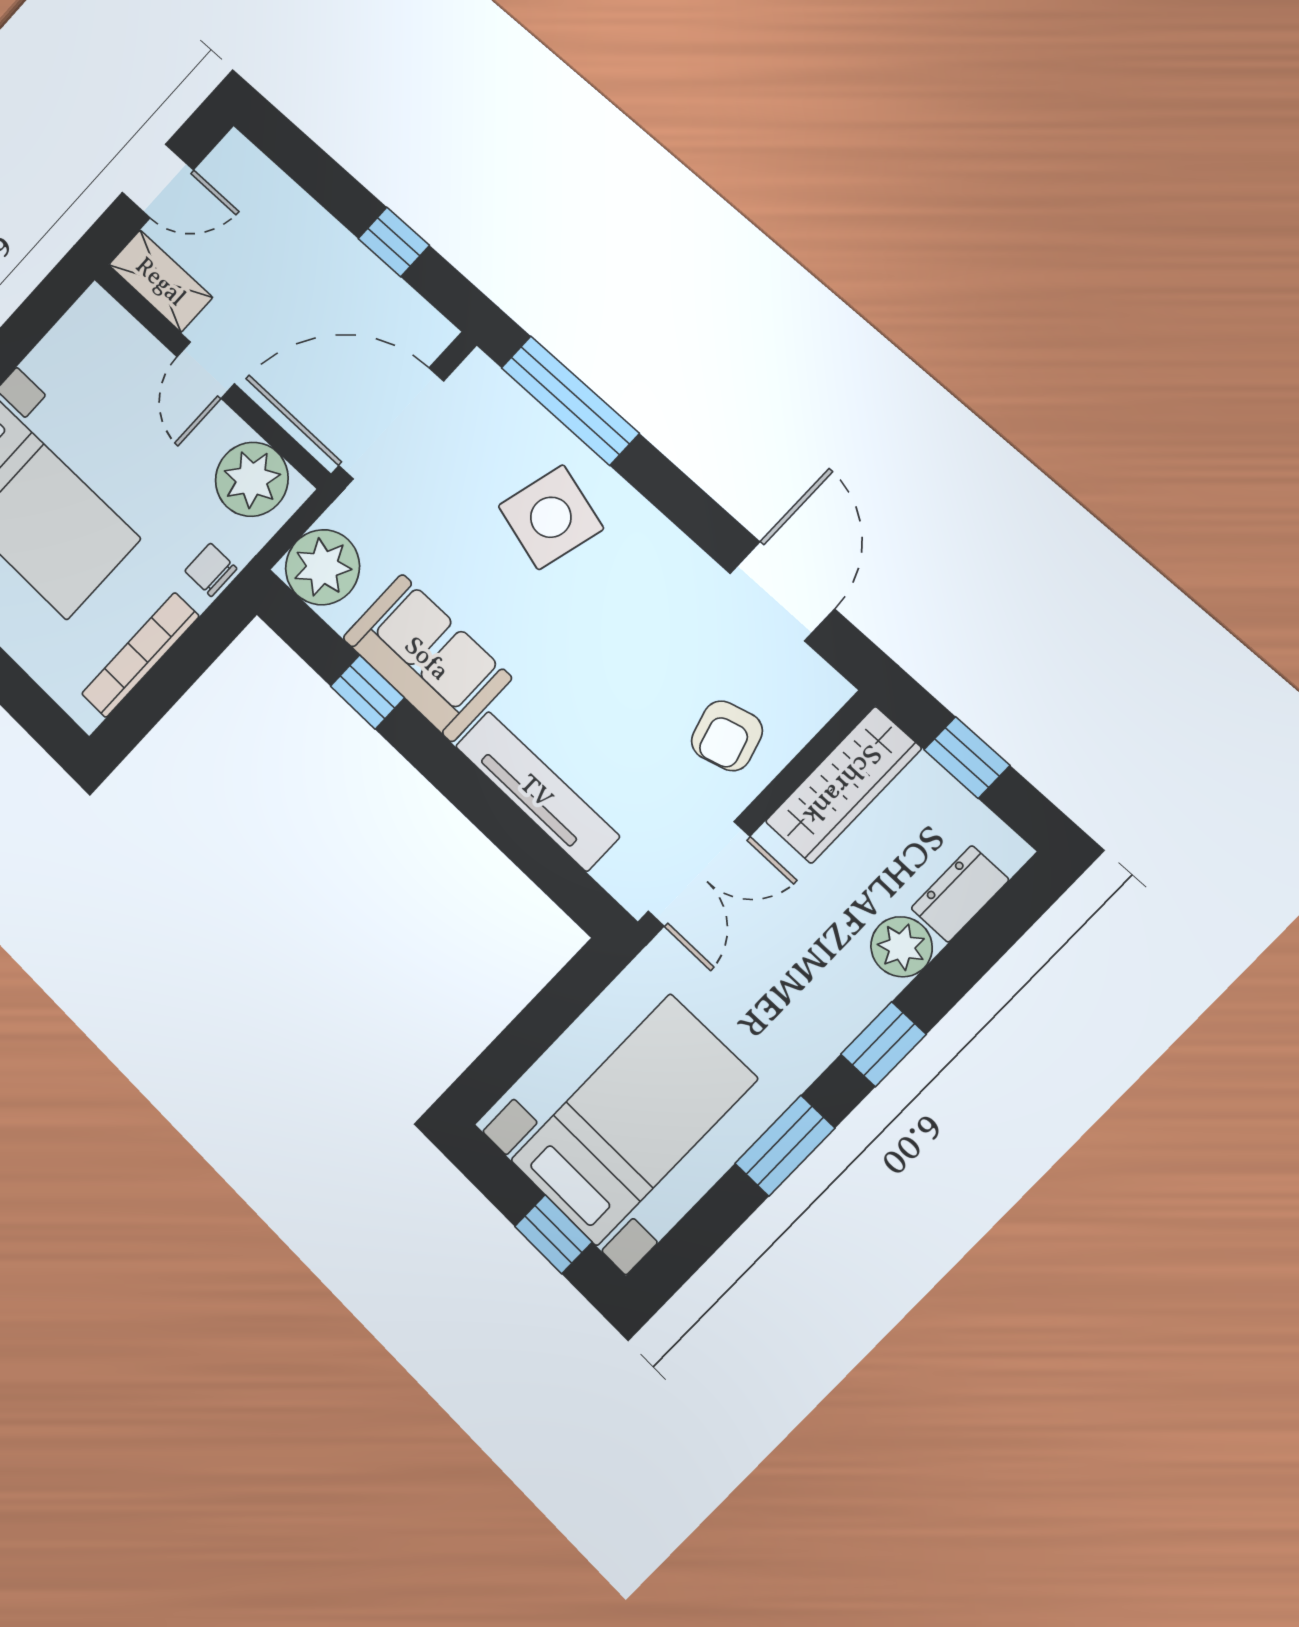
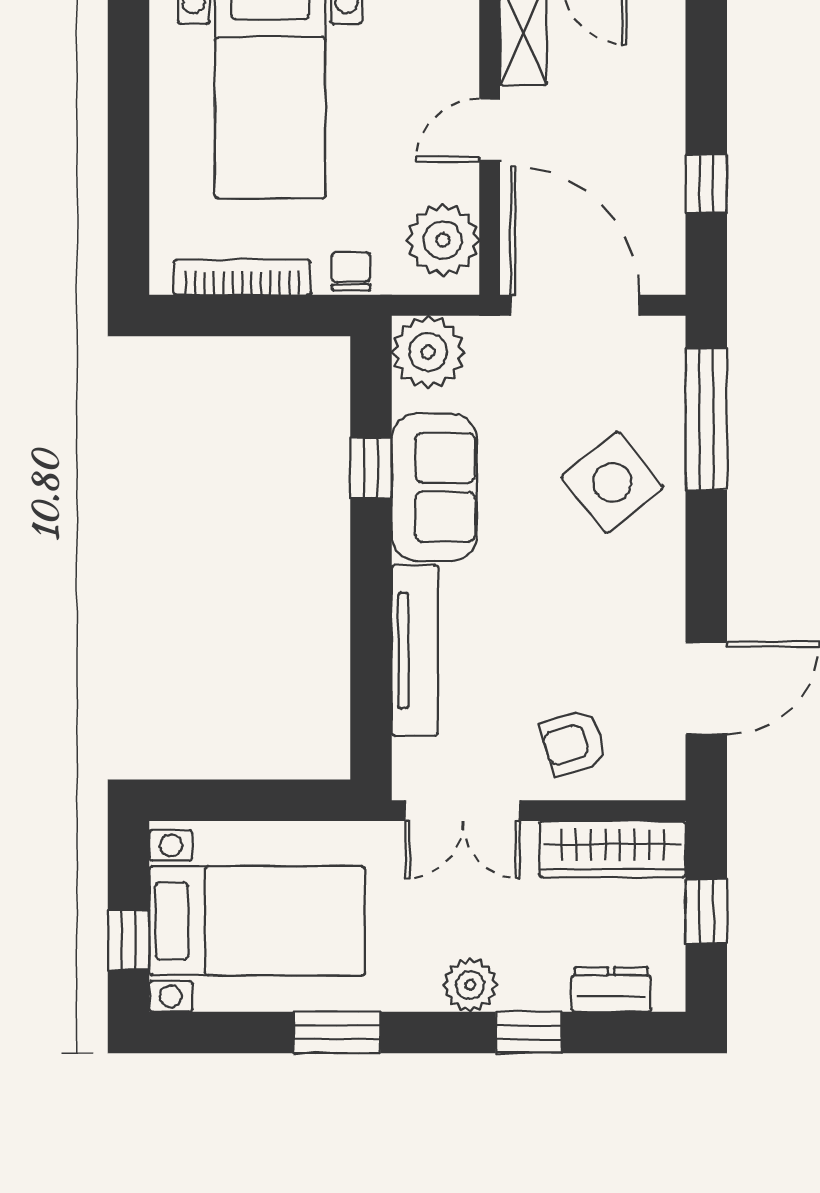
side table: (551, 517) -> (612, 482), turned 36
plant: (902, 947) -> (470, 985), moved
window: (883, 1044) -> (529, 1032), moved

